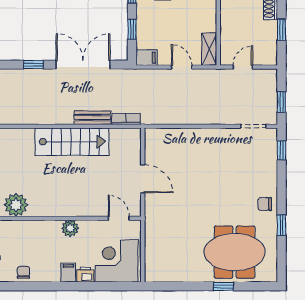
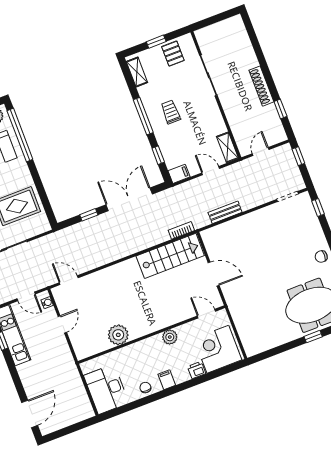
window: (281, 102) -> (298, 156), moved
bench: (92, 118) -> (225, 212), moved
stairs: (72, 142) -> (170, 256), moved
filing cabinet: (68, 273) -> (167, 380), moved

